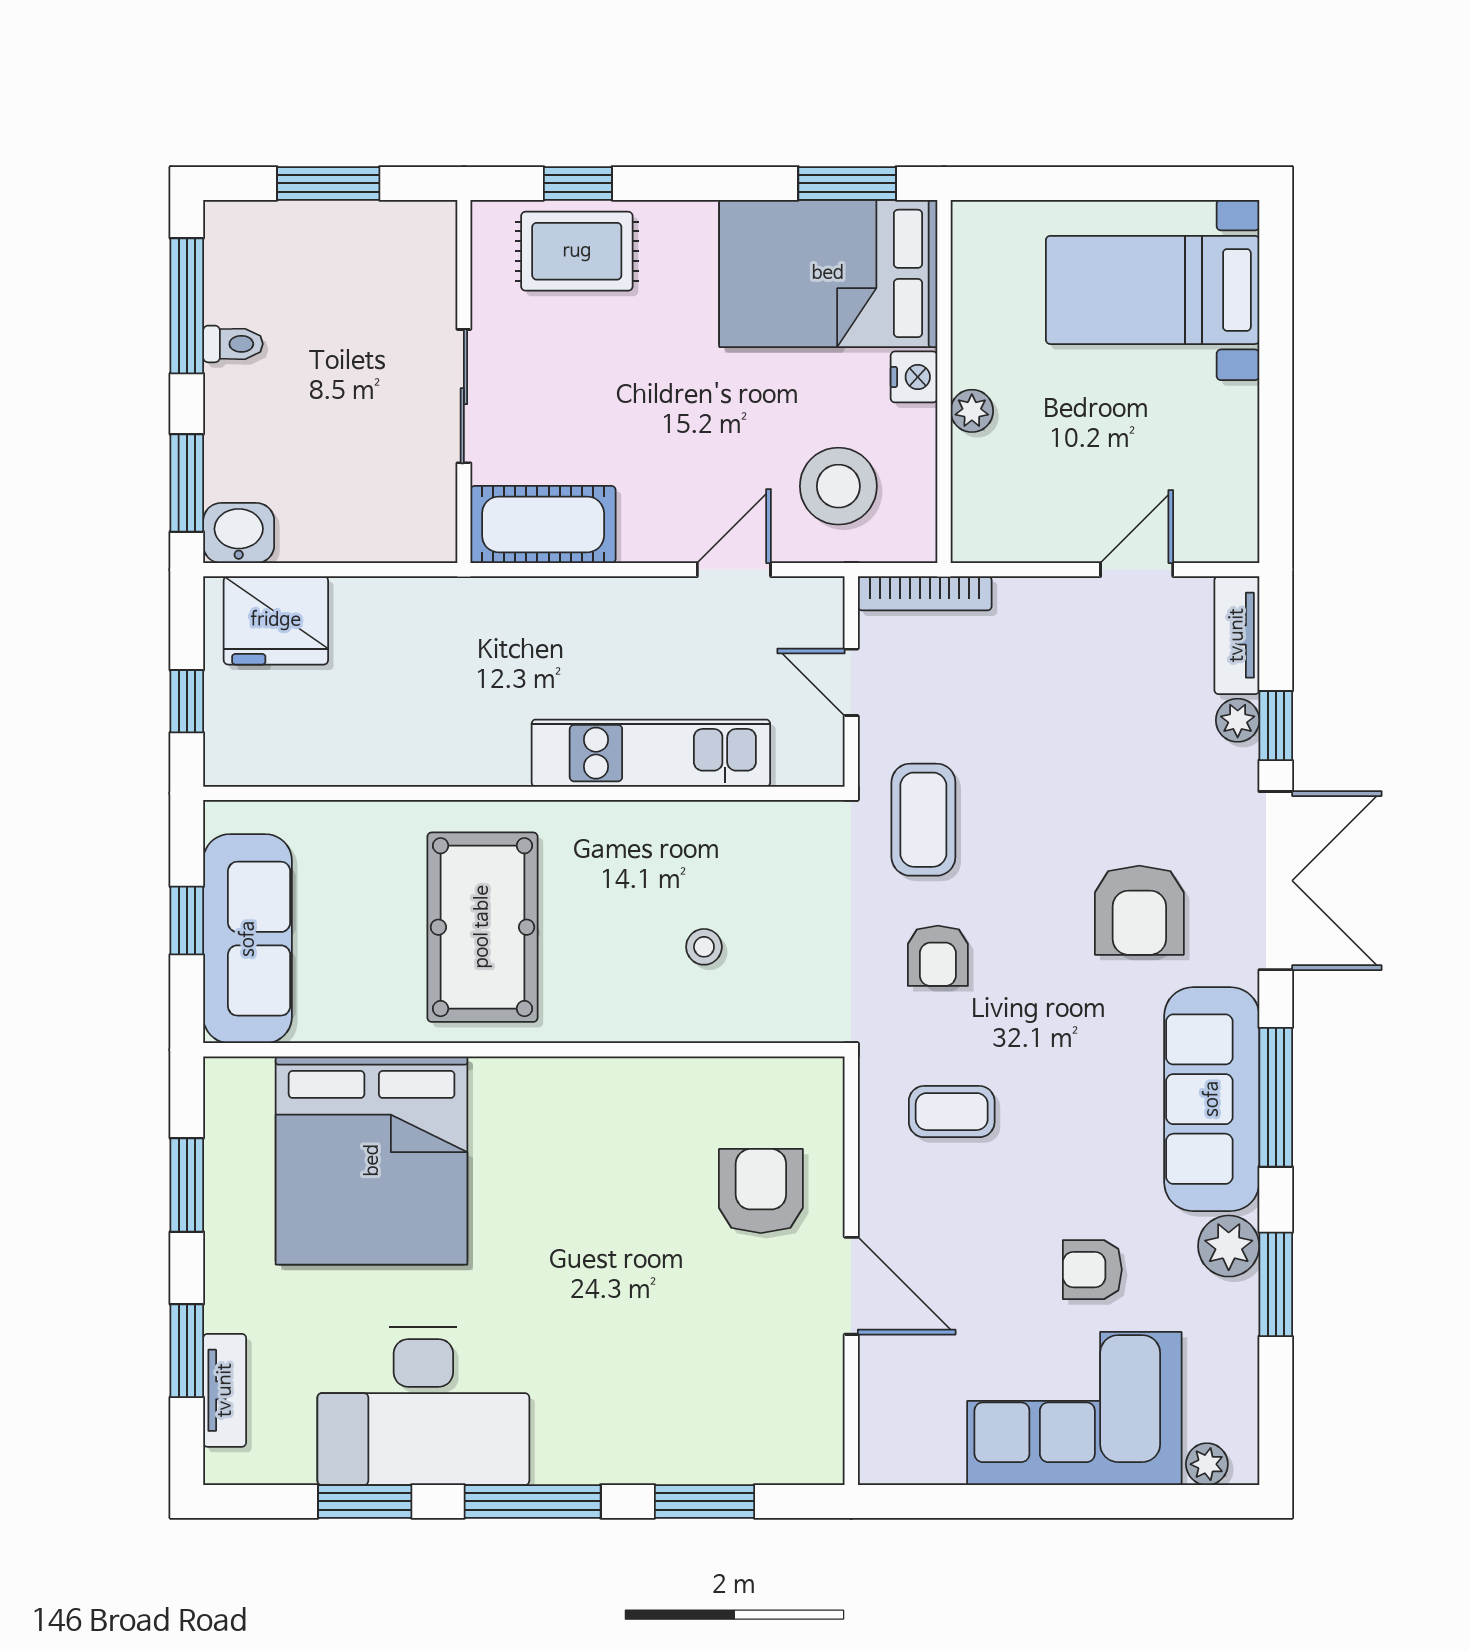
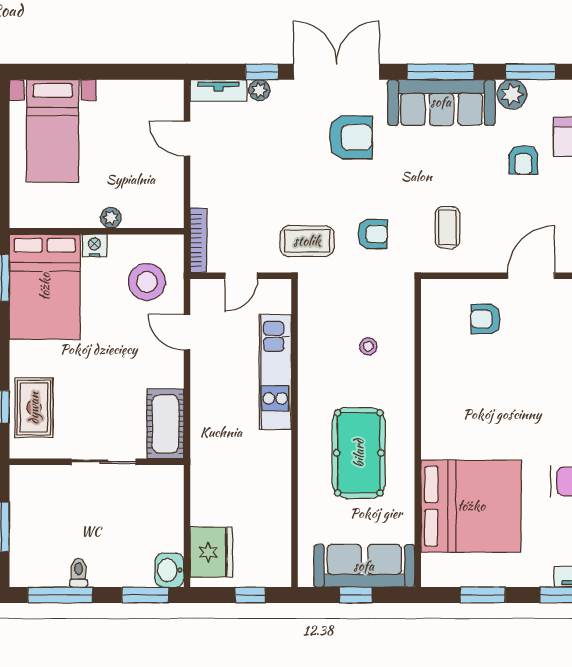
pool table: (482, 927) -> (359, 453), turned 90
armchair: (761, 1191) -> (486, 319), width x0.72, depth x0.72

